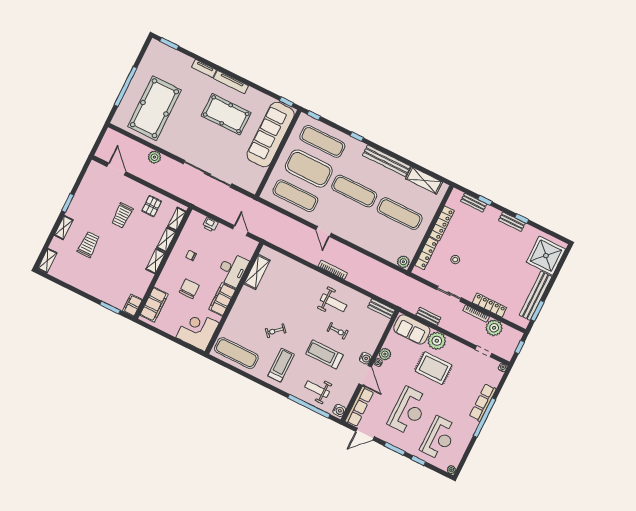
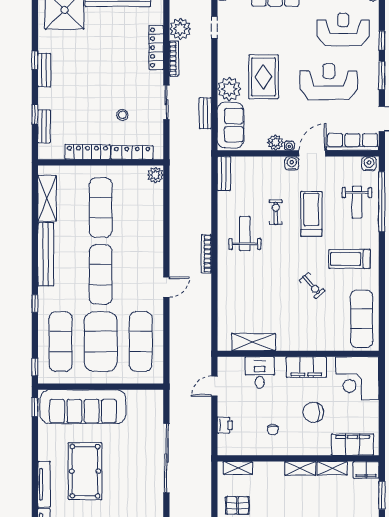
shelving: (166, 240) -> (332, 468), moved
desk: (232, 270) -> (260, 372), width x0.73
treadmill: (324, 354) -> (311, 214), turned 180

